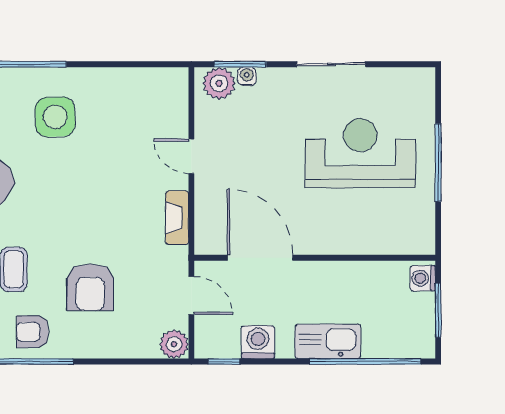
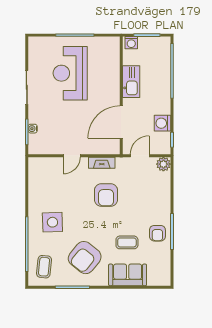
plant: (219, 83) -> (36, 142), removed
armchair: (90, 287) -> (106, 195), moved, turned 90
kitchen sink: (328, 341) -> (131, 82), moved, turned 180

